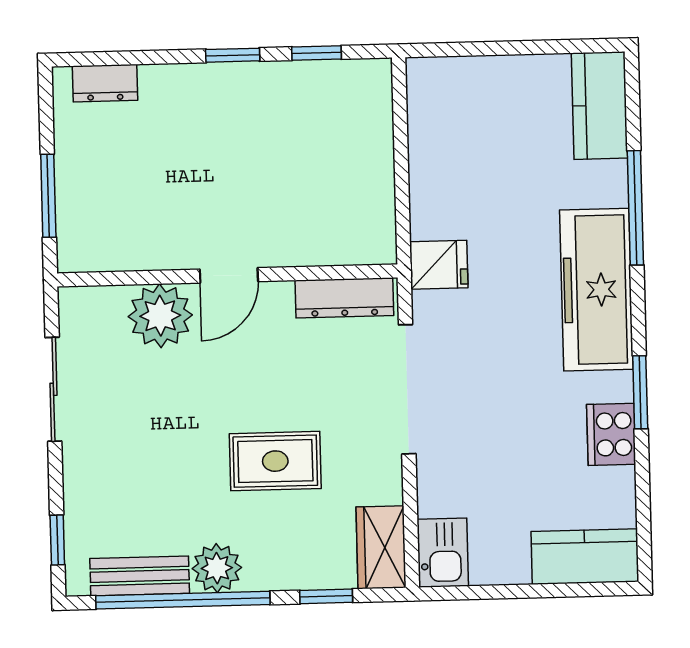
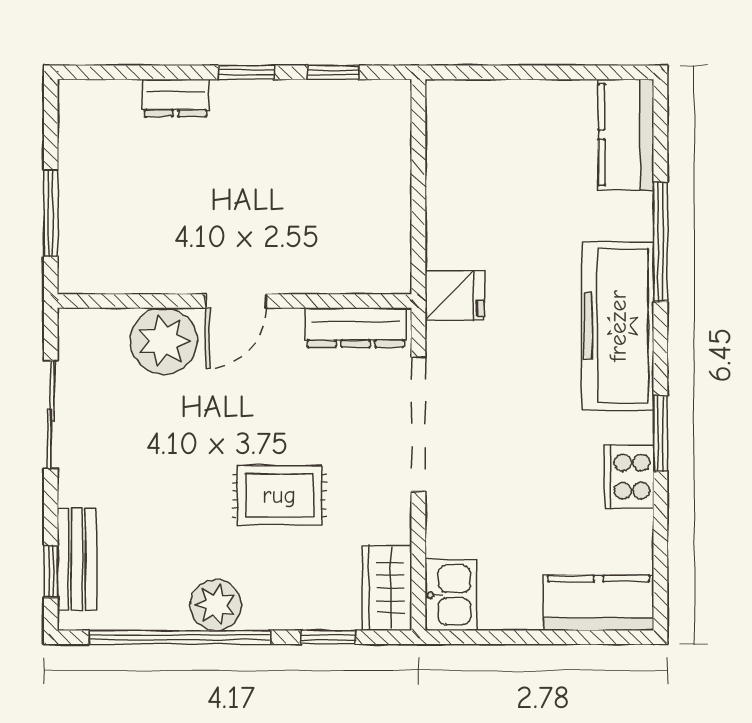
dresser: (105, 83) -> (176, 98), moved
bench: (140, 576) -> (77, 559), moved, turned 90

